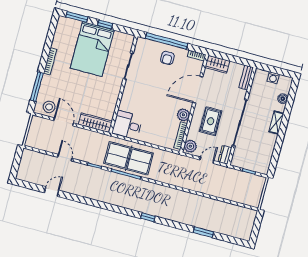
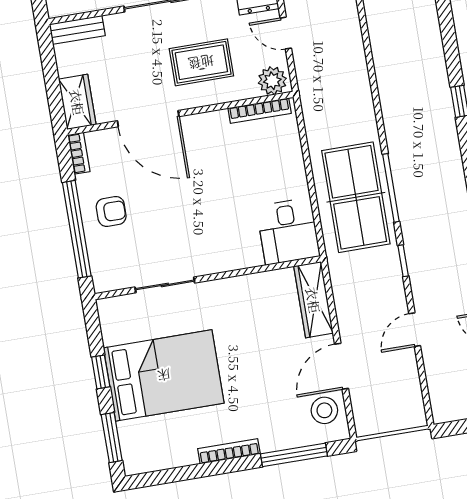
plant: (183, 115) -> (214, 125), removed

